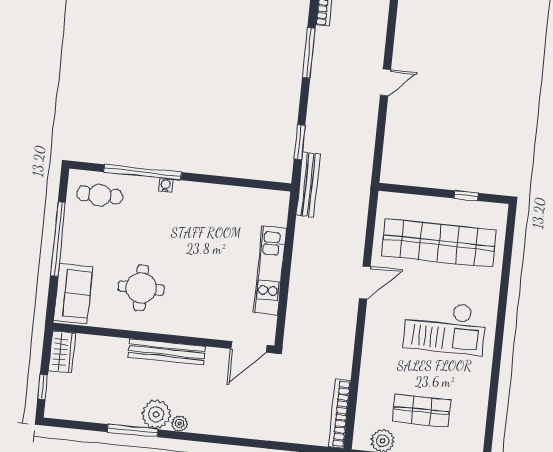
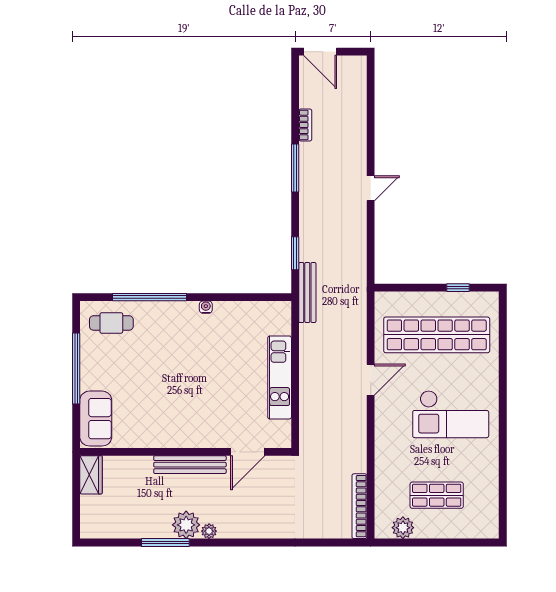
water cooler: (166, 185) -> (206, 307), moved
round table: (141, 288) -> (160, 407), removed
door: (249, 347) -> (248, 452), moved
window: (43, 387) -> (76, 510), removed

